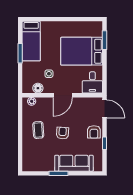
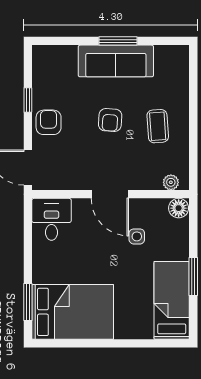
bed: (82, 51) -> (73, 312), moved
floor lamp: (38, 88) -> (179, 208), moved
door: (63, 95) -> (110, 194), swing flipped
sofa: (74, 163) -> (116, 61), moved

